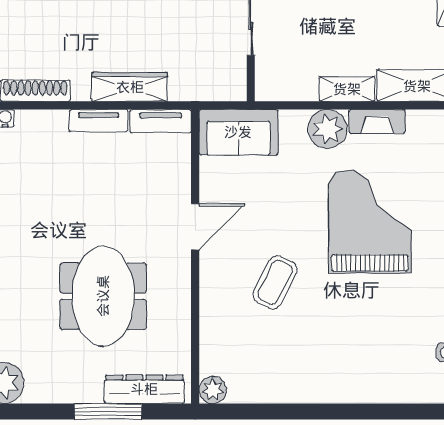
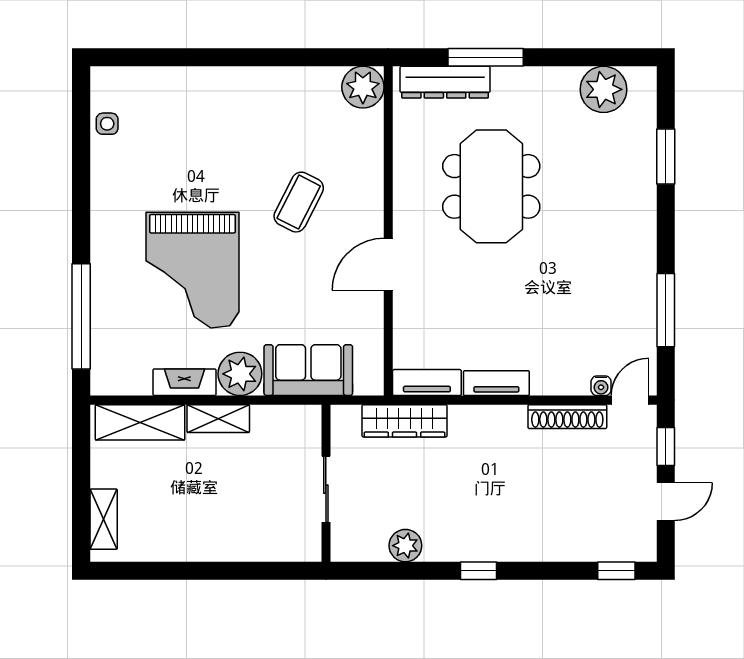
wardrobe: (130, 87) -> (405, 421), moved
sofa: (238, 132) -> (308, 370), moved
plant: (213, 390) -> (363, 87), width x1.36, depth x1.36

